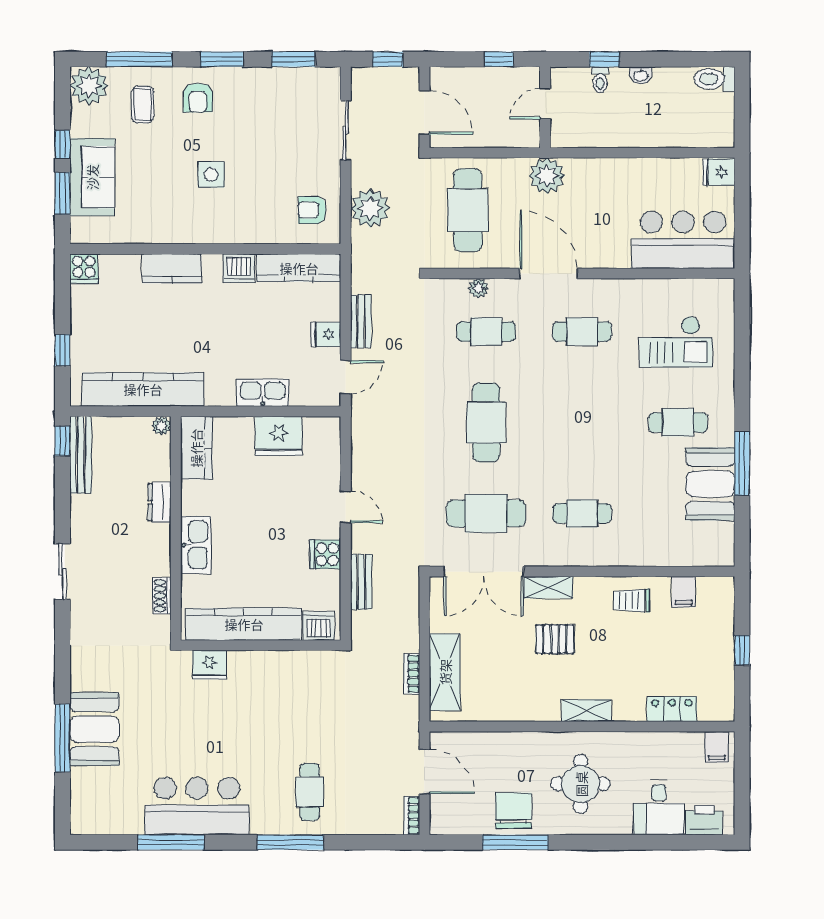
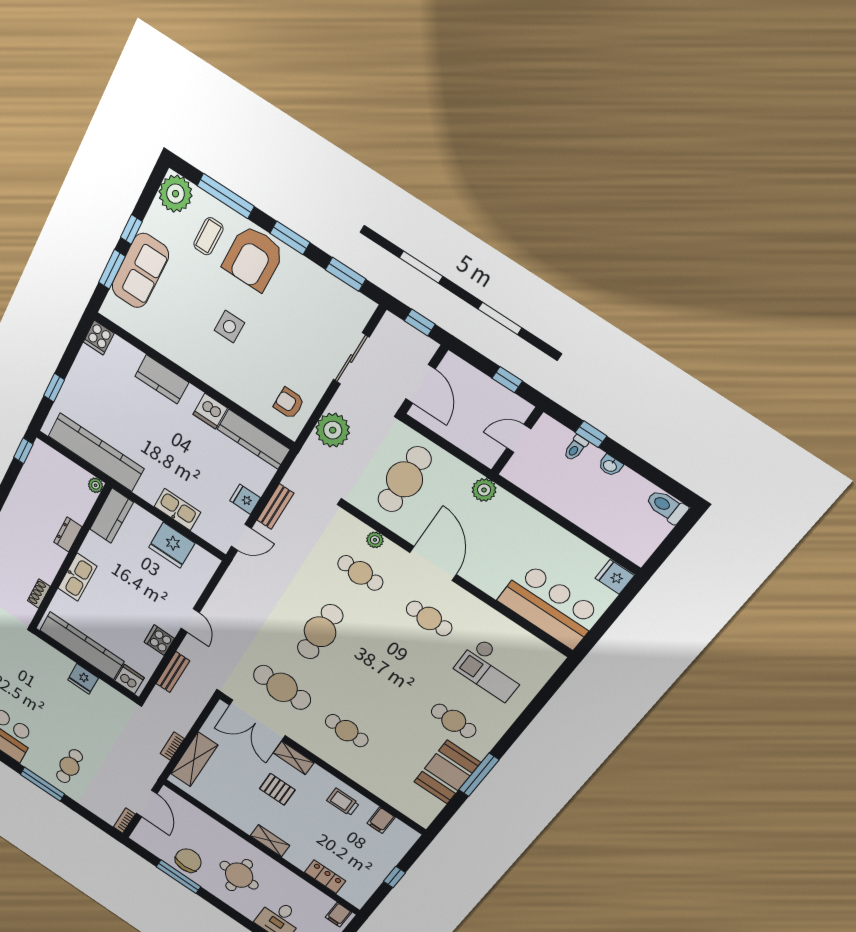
armchair: (198, 98) -> (253, 258), width x1.88, depth x1.88
plant: (547, 176) -> (484, 490), width x0.73, depth x0.73
bench: (81, 455) -> (31, 468), removed
fridge: (210, 665) -> (83, 679), moved

